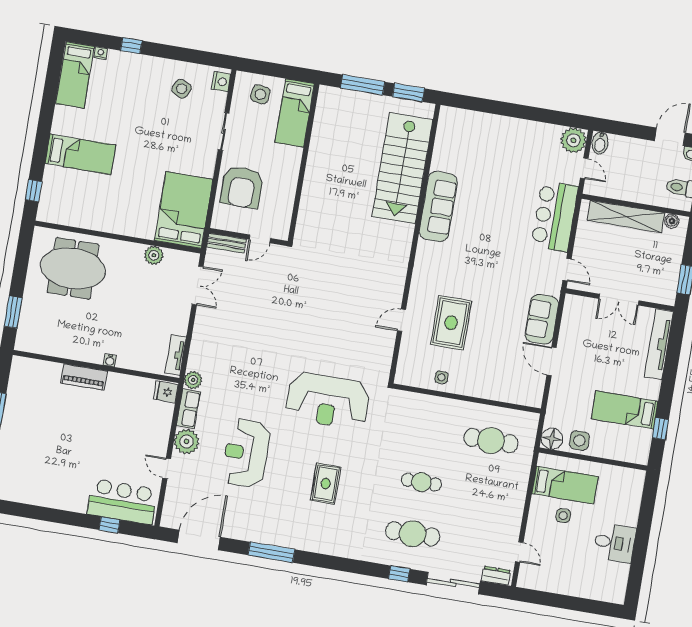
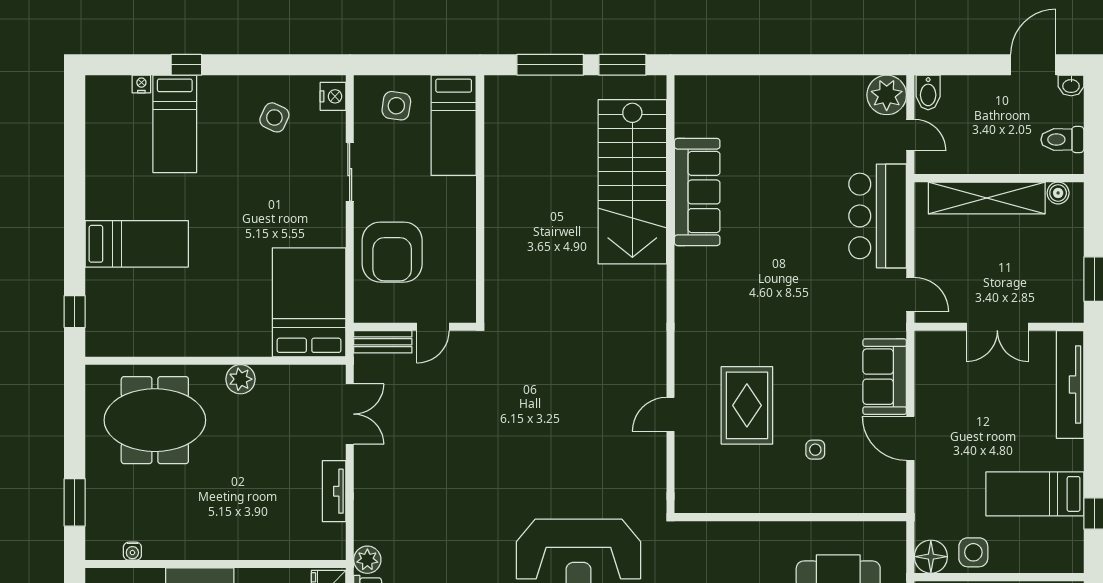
bed: (75, 75) -> (175, 124), moved
sofa: (438, 206) -> (697, 192), moved
plant: (154, 255) -> (241, 379), moved
tv unit: (176, 355) -> (334, 491), moved
water cooler: (110, 360) -> (132, 551), moved
side table: (441, 377) -> (815, 450), moved

